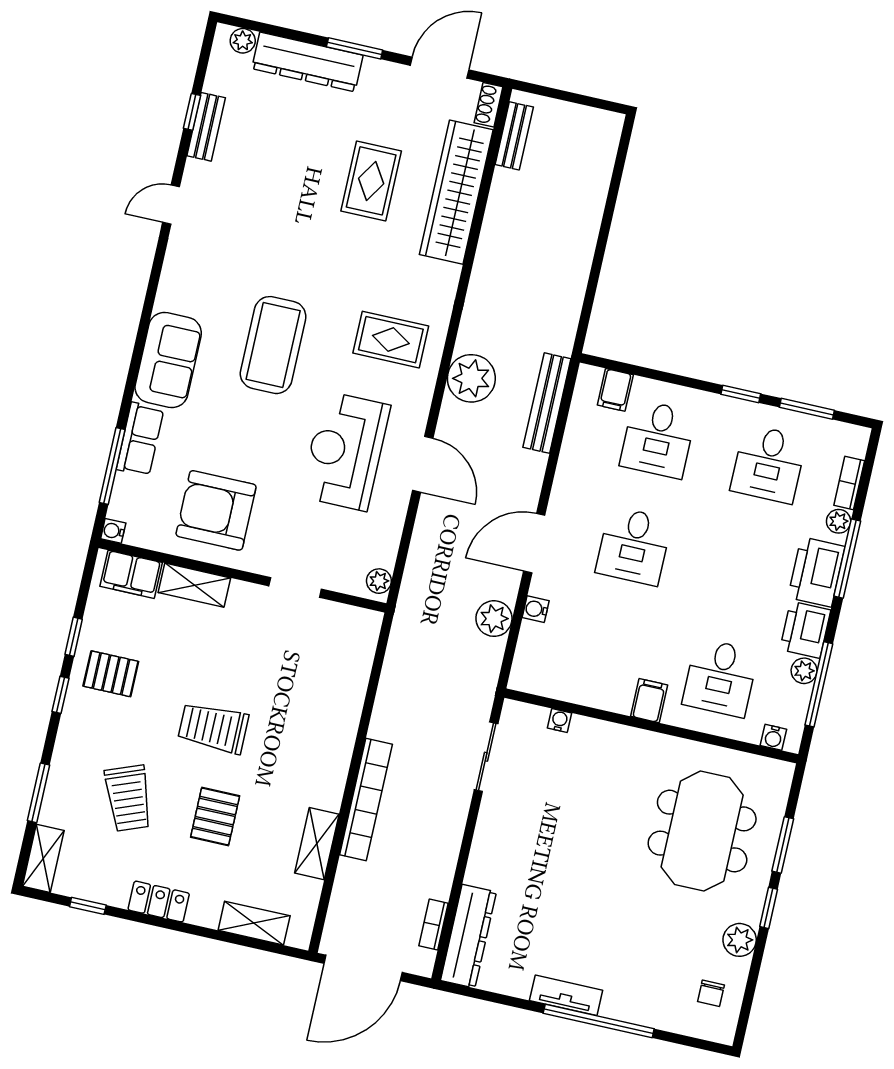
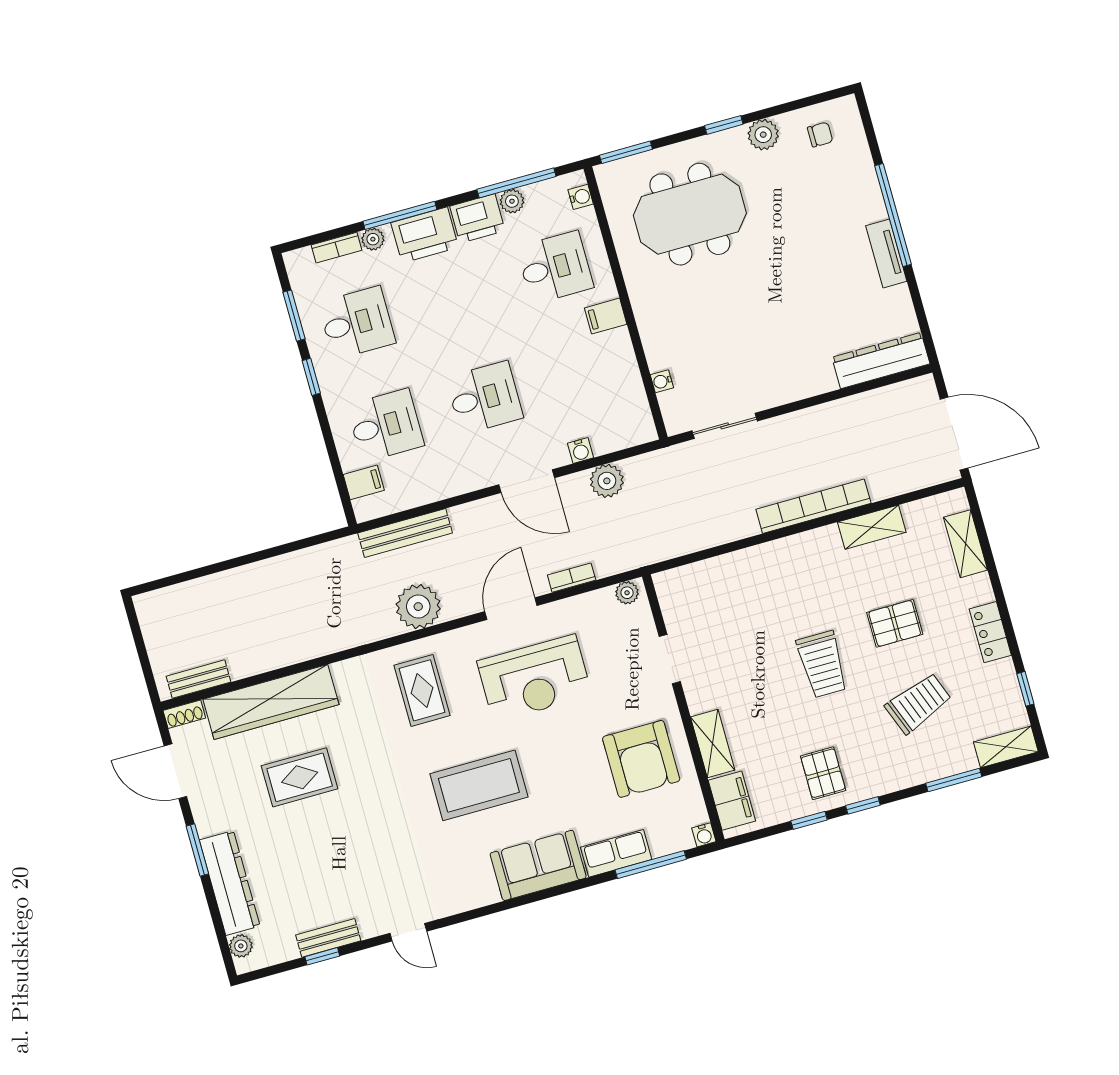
window: (783, 845) -> (626, 152), moved
bookcase: (434, 924) -> (572, 578), moved, turned 180

